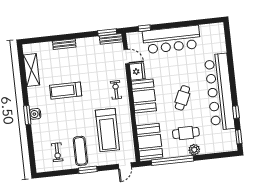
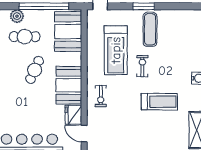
cafe table: (182, 98) -> (35, 70), moved
treadmill: (107, 130) -> (116, 50), turned 180
exercise bike: (57, 152) -> (142, 66), moved

